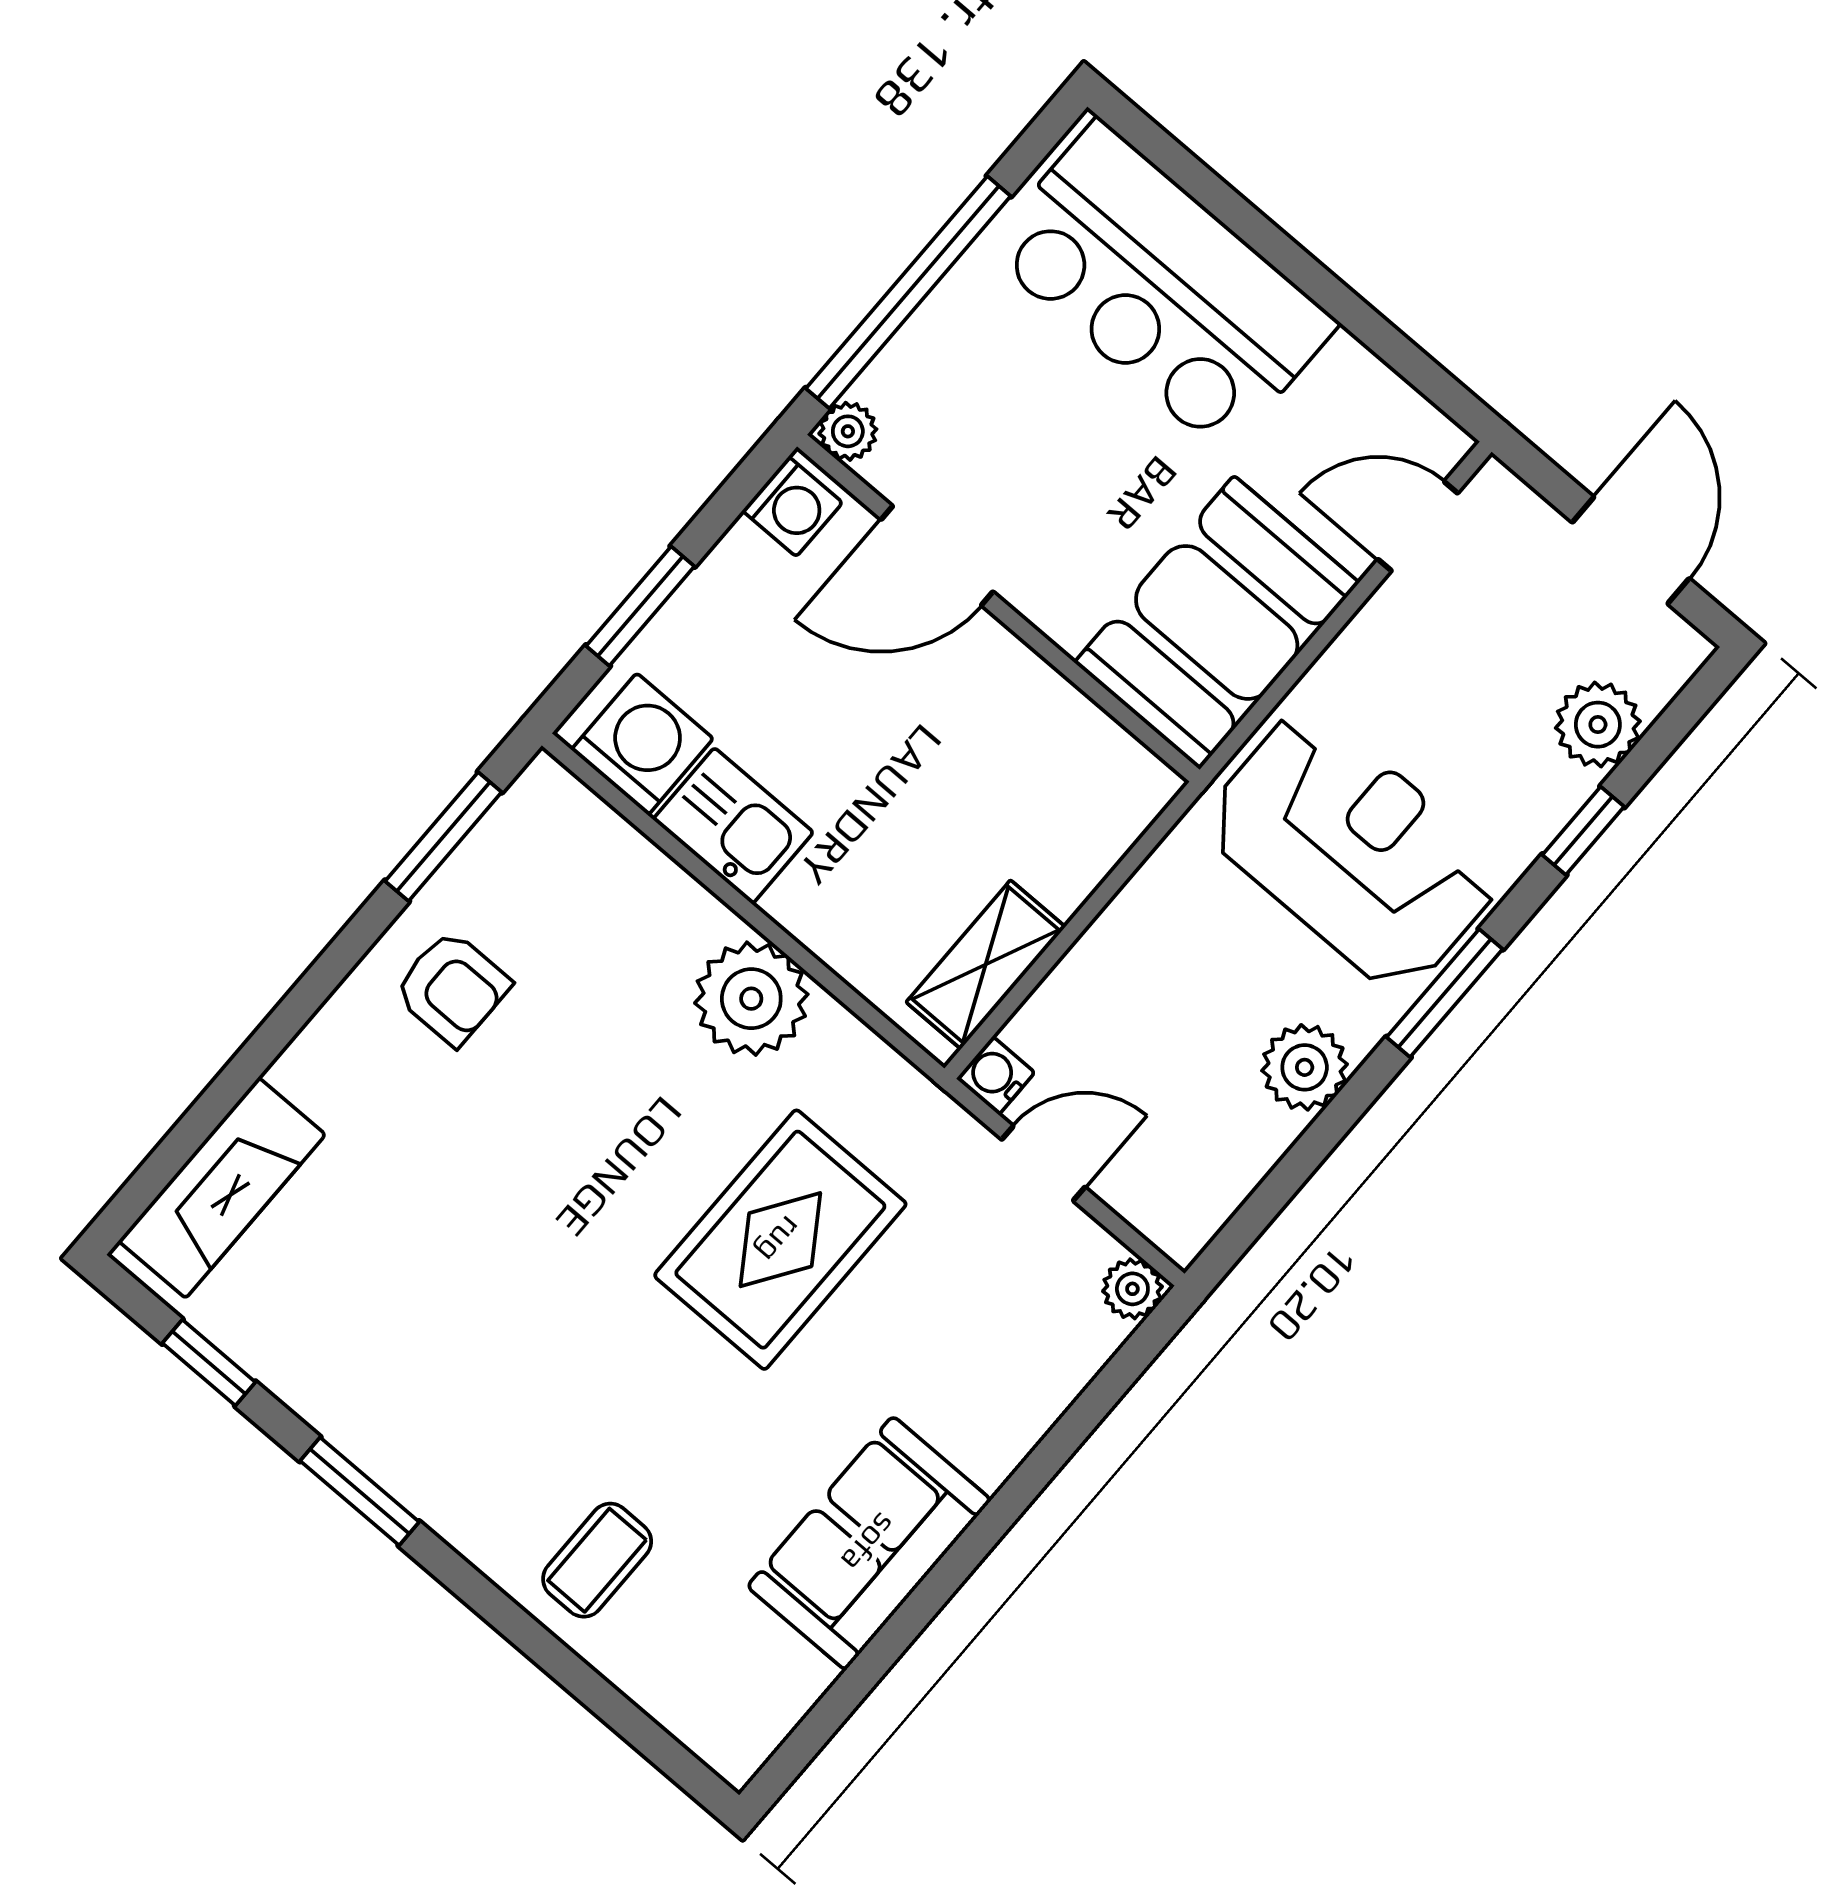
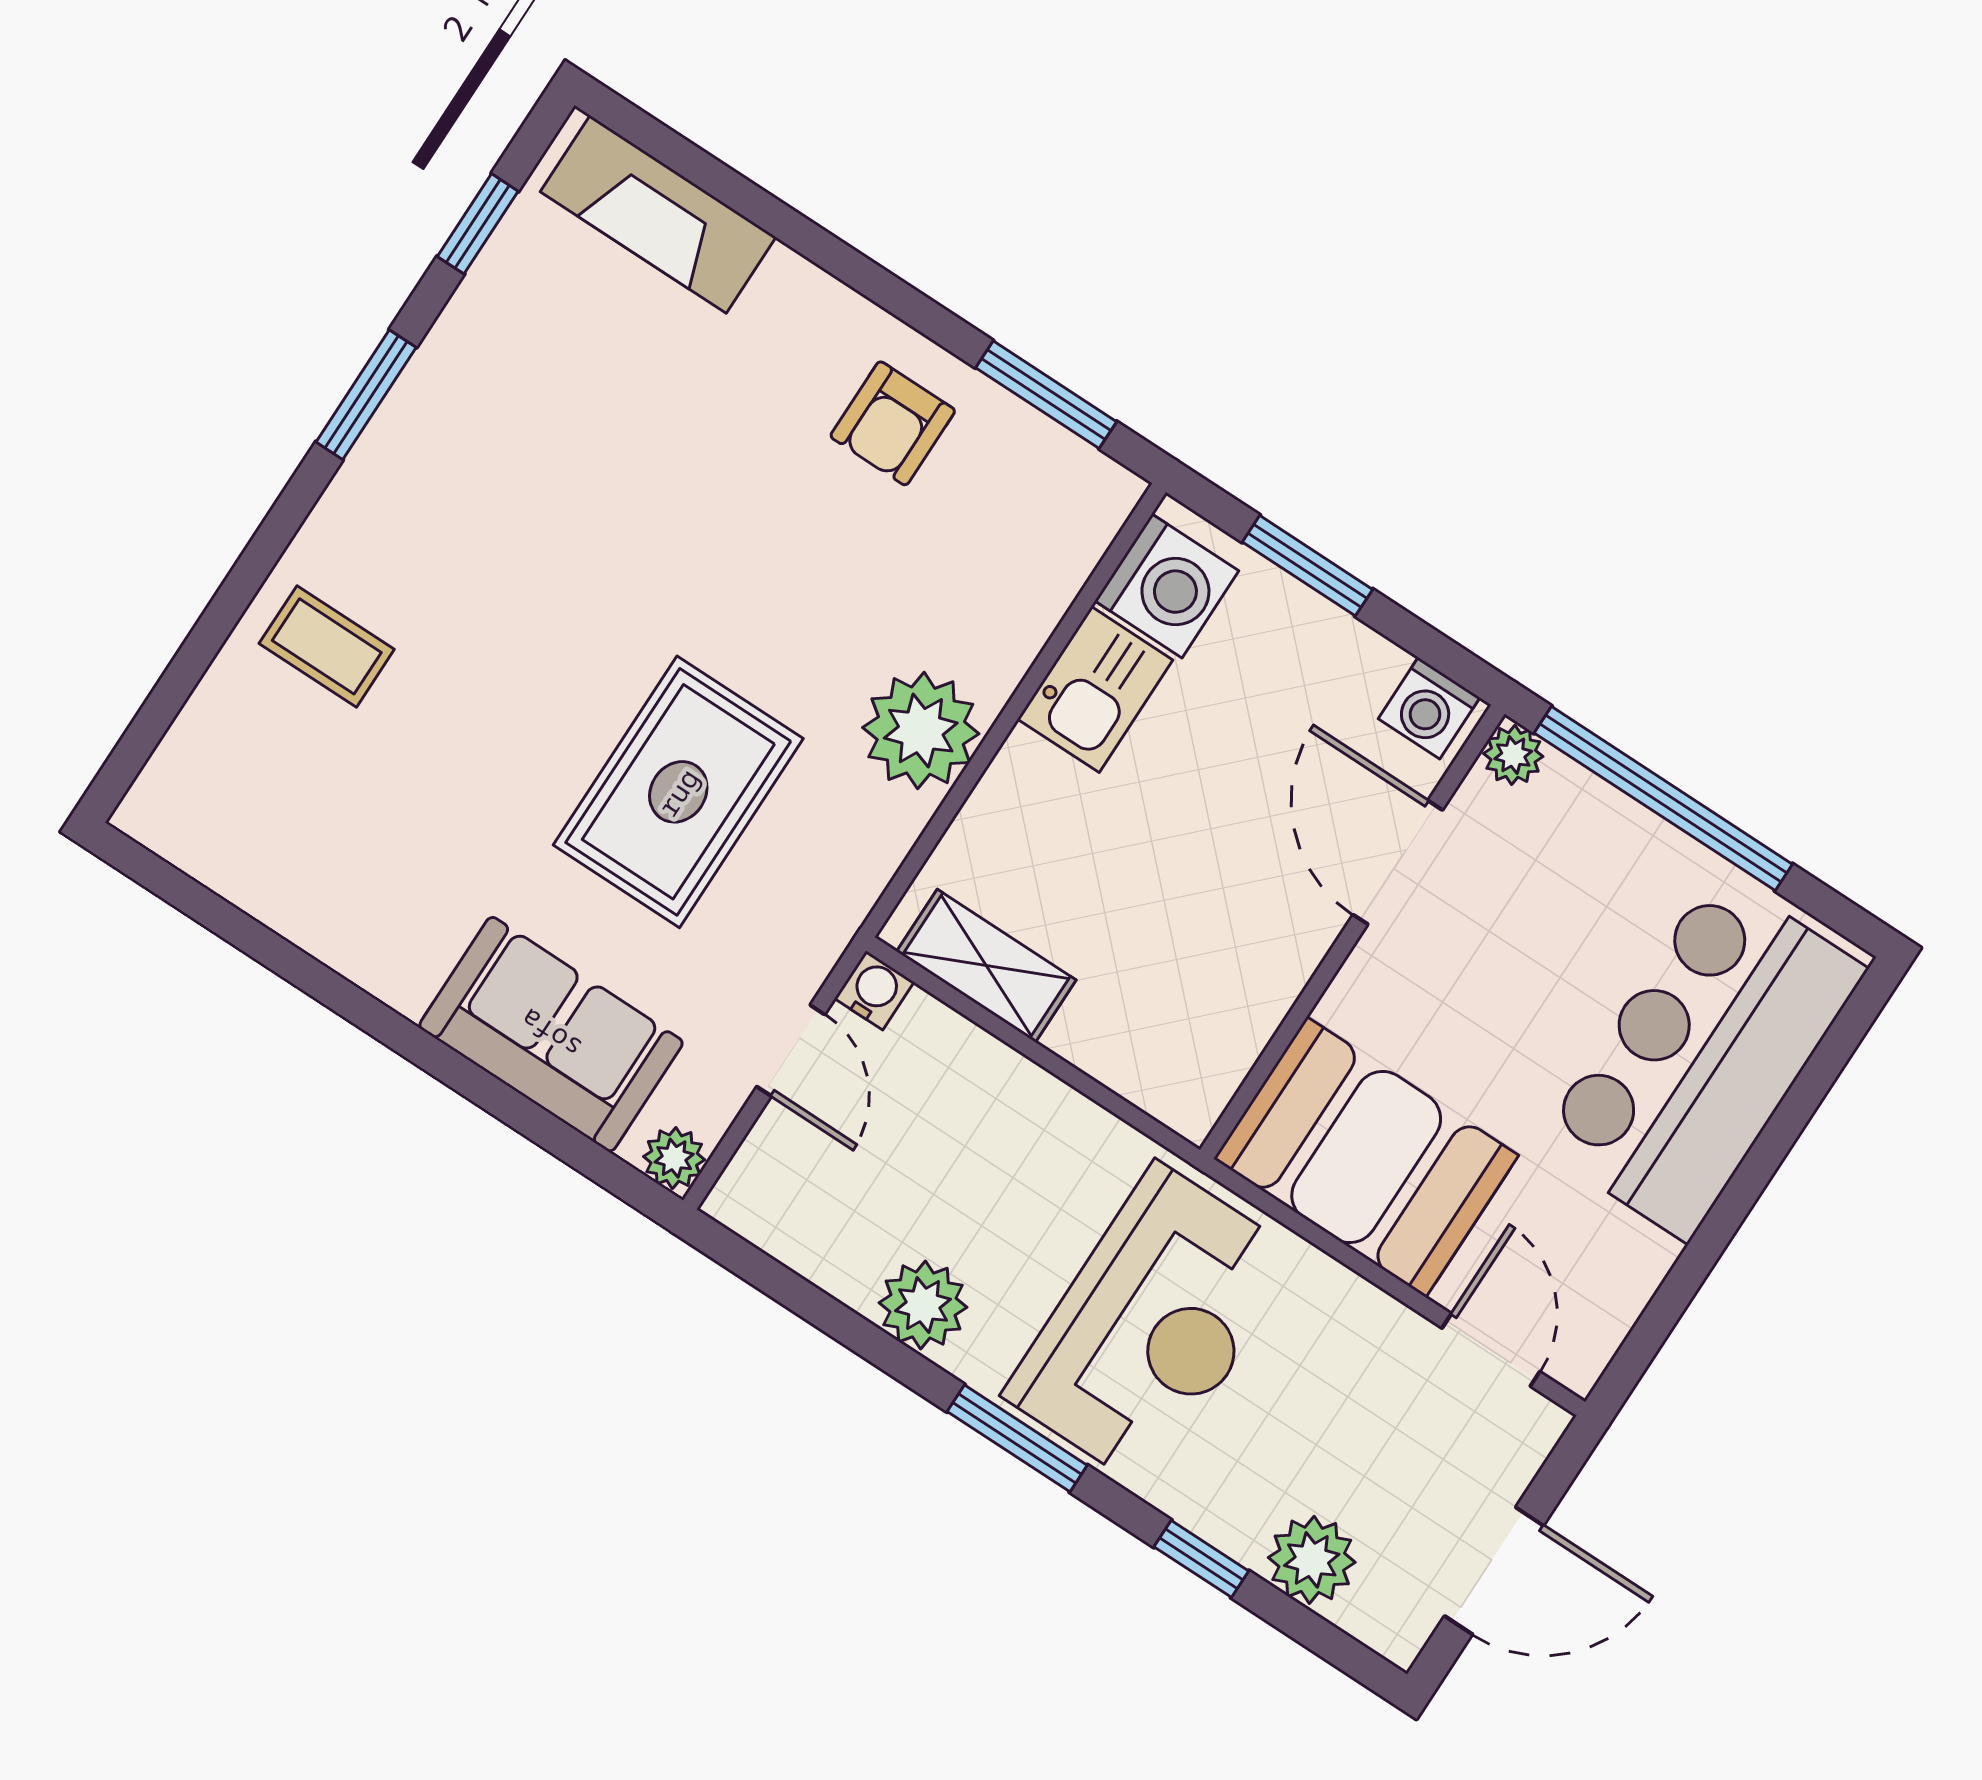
rug: (780, 1240) -> (678, 792), turned 90
sofa: (869, 1543) -> (551, 1034), moved

